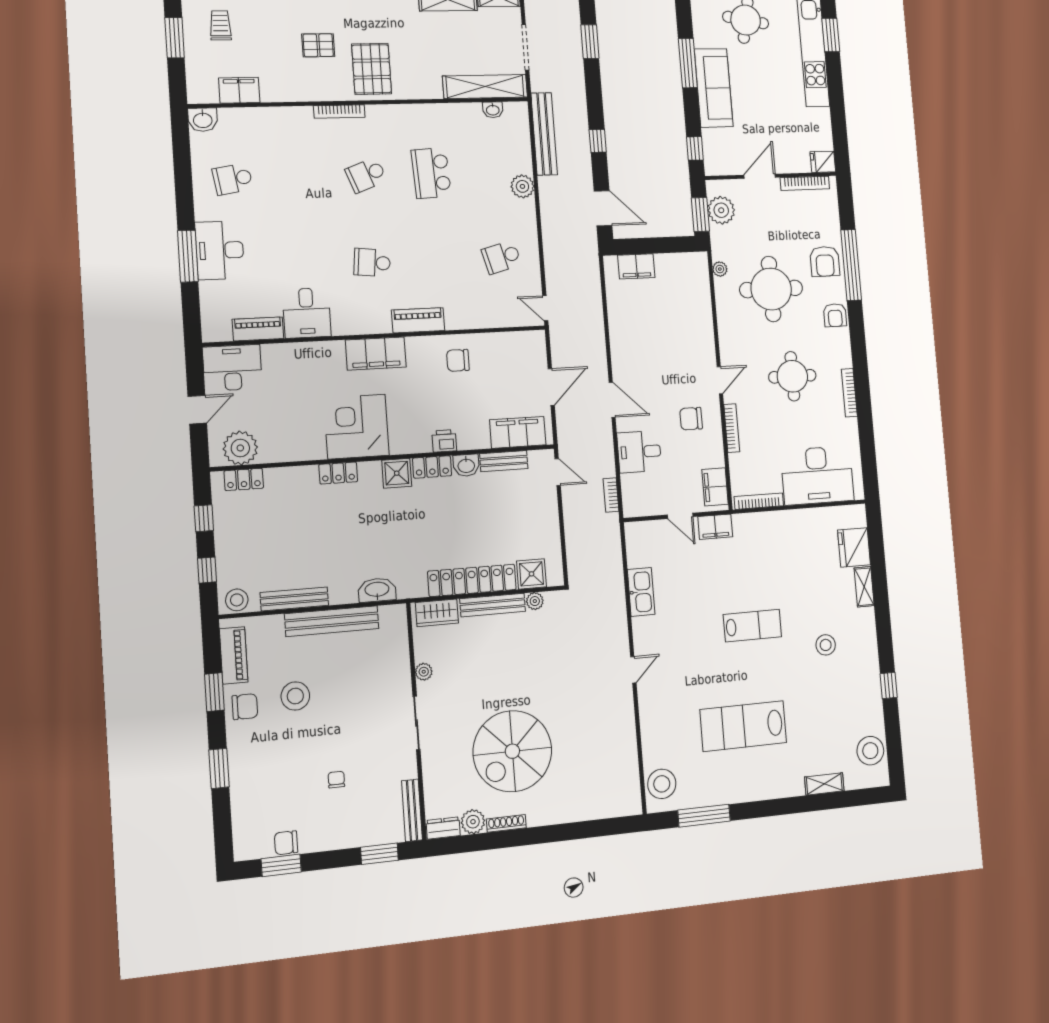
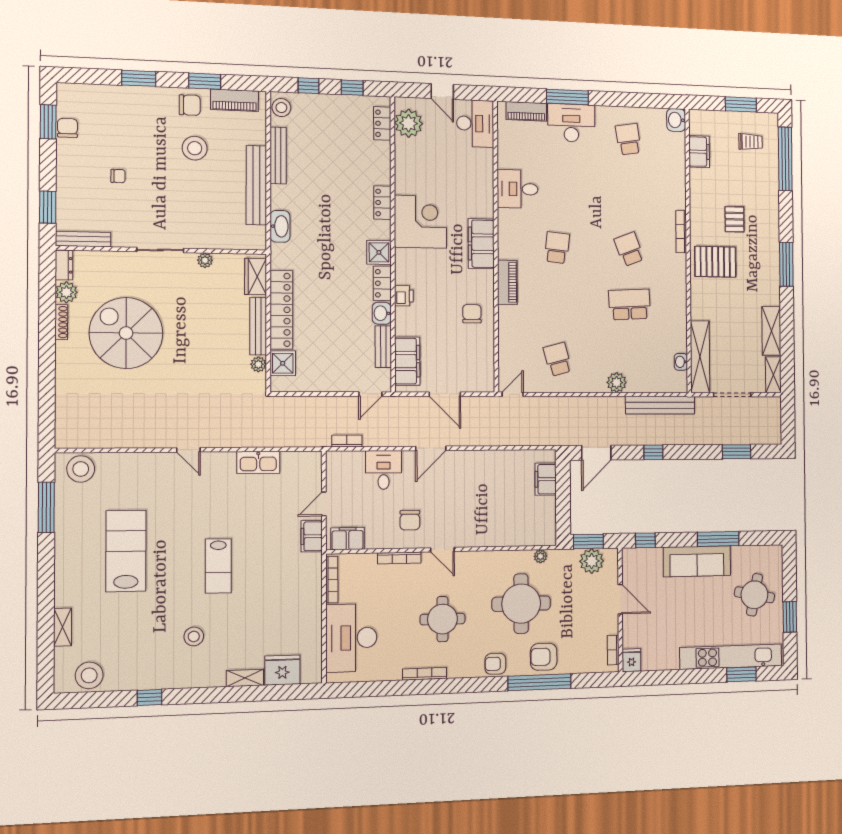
bookcase: (805, 183) -> (613, 650), width x0.64
piano: (258, 329) -> (526, 111), moved, turned 90
chair: (691, 419) -> (410, 520), turned 180
chair: (245, 707) -> (190, 105), turned -90

